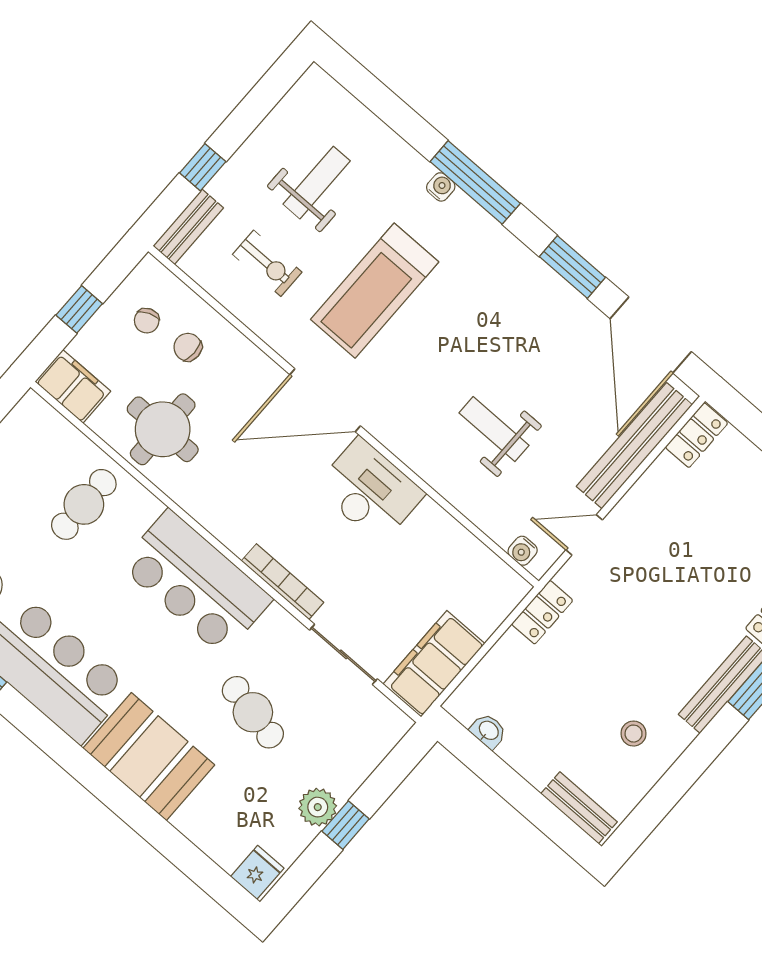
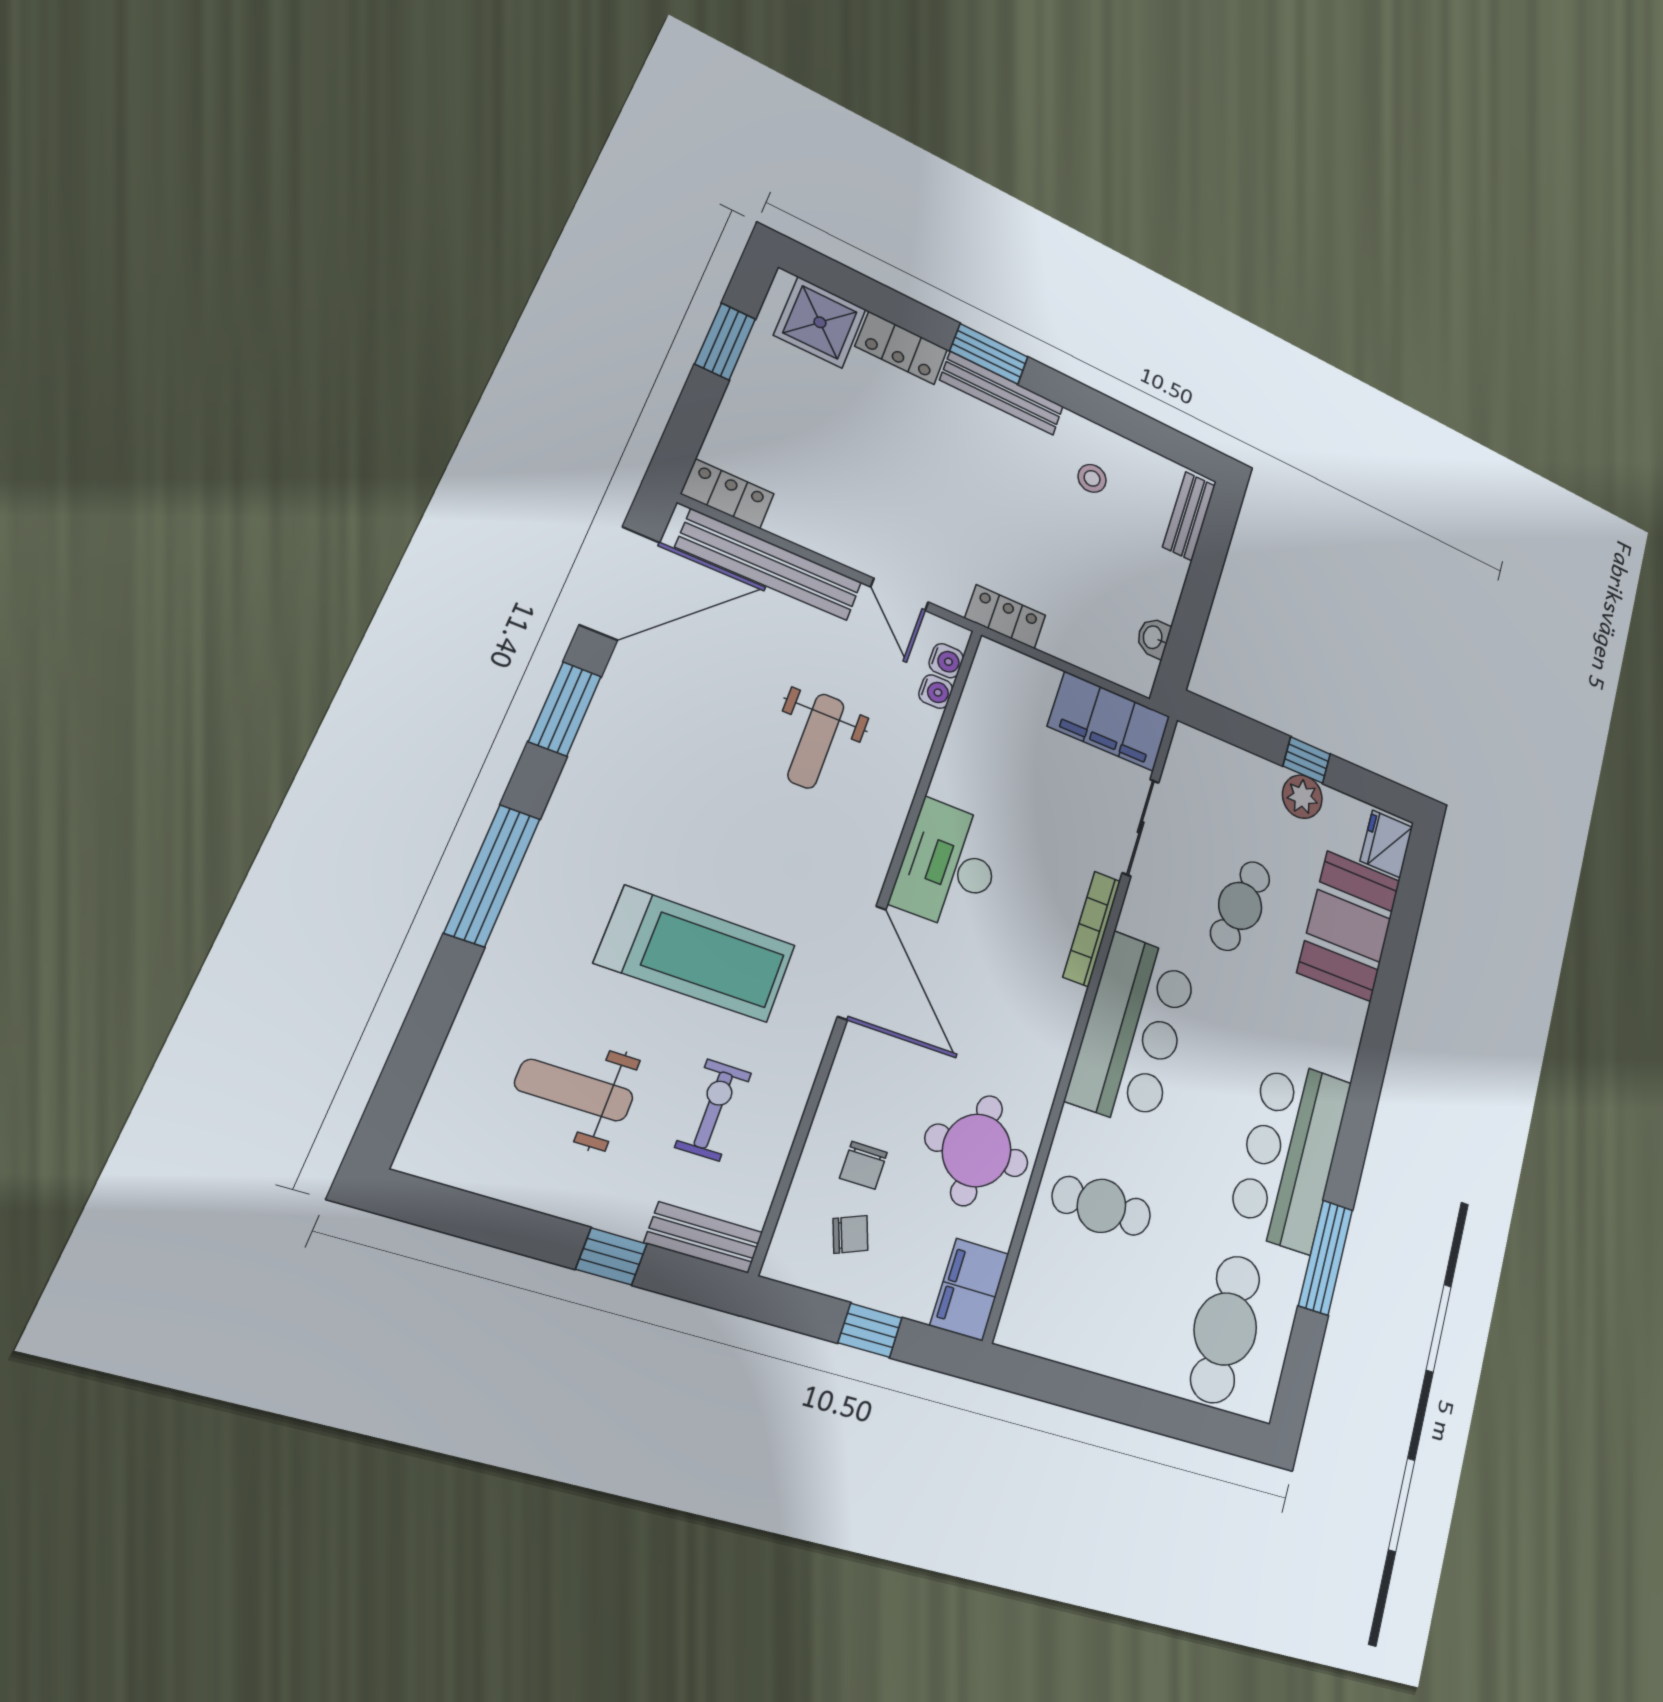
water cooler: (441, 187) -> (936, 692), moved, turned 180
booth: (149, 757) -> (1349, 926), moved
fridge: (257, 872) -> (1386, 844), width x1.38

